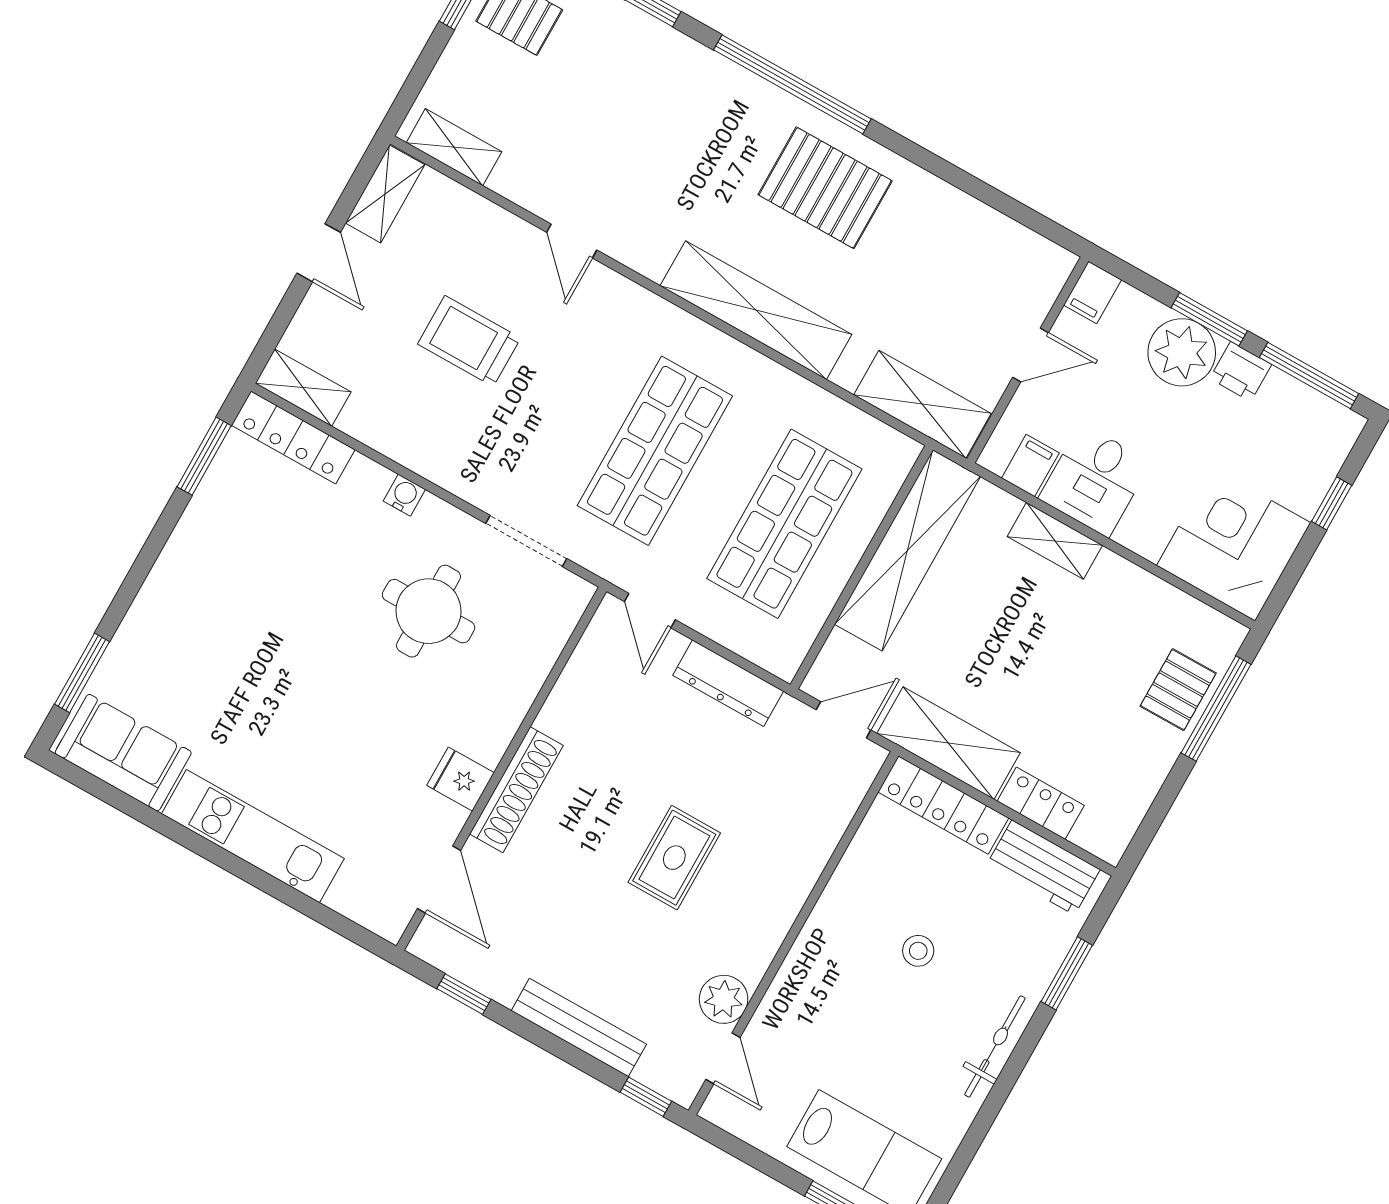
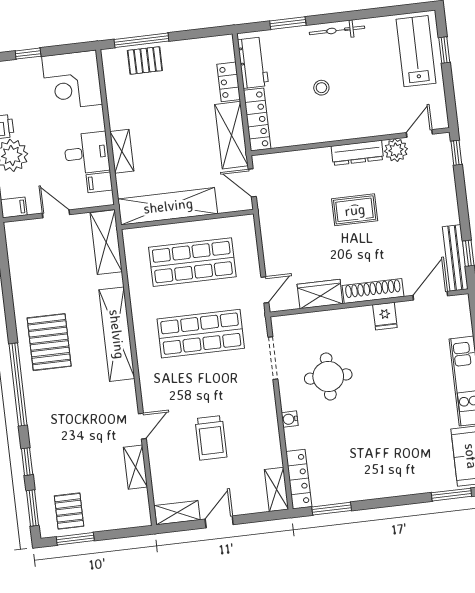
shelving: (454, 147) -> (135, 467), moved
dresser: (728, 683) -> (357, 153), moved, turned 90
wardrobe: (576, 698) -> (320, 294), added
bench: (579, 1027) -> (455, 258), moved

